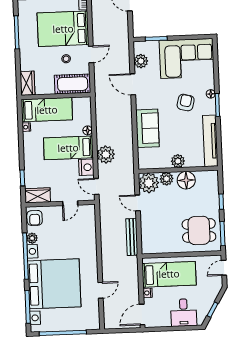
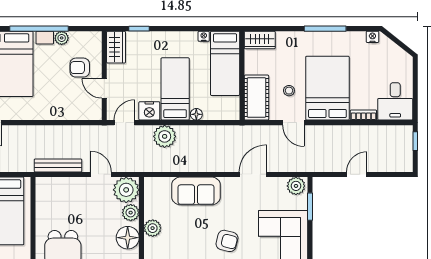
plant: (141, 61) -> (296, 186), moved
door: (138, 203) -> (101, 174), hinge flipped
armchair: (35, 218) -> (80, 68), moved

